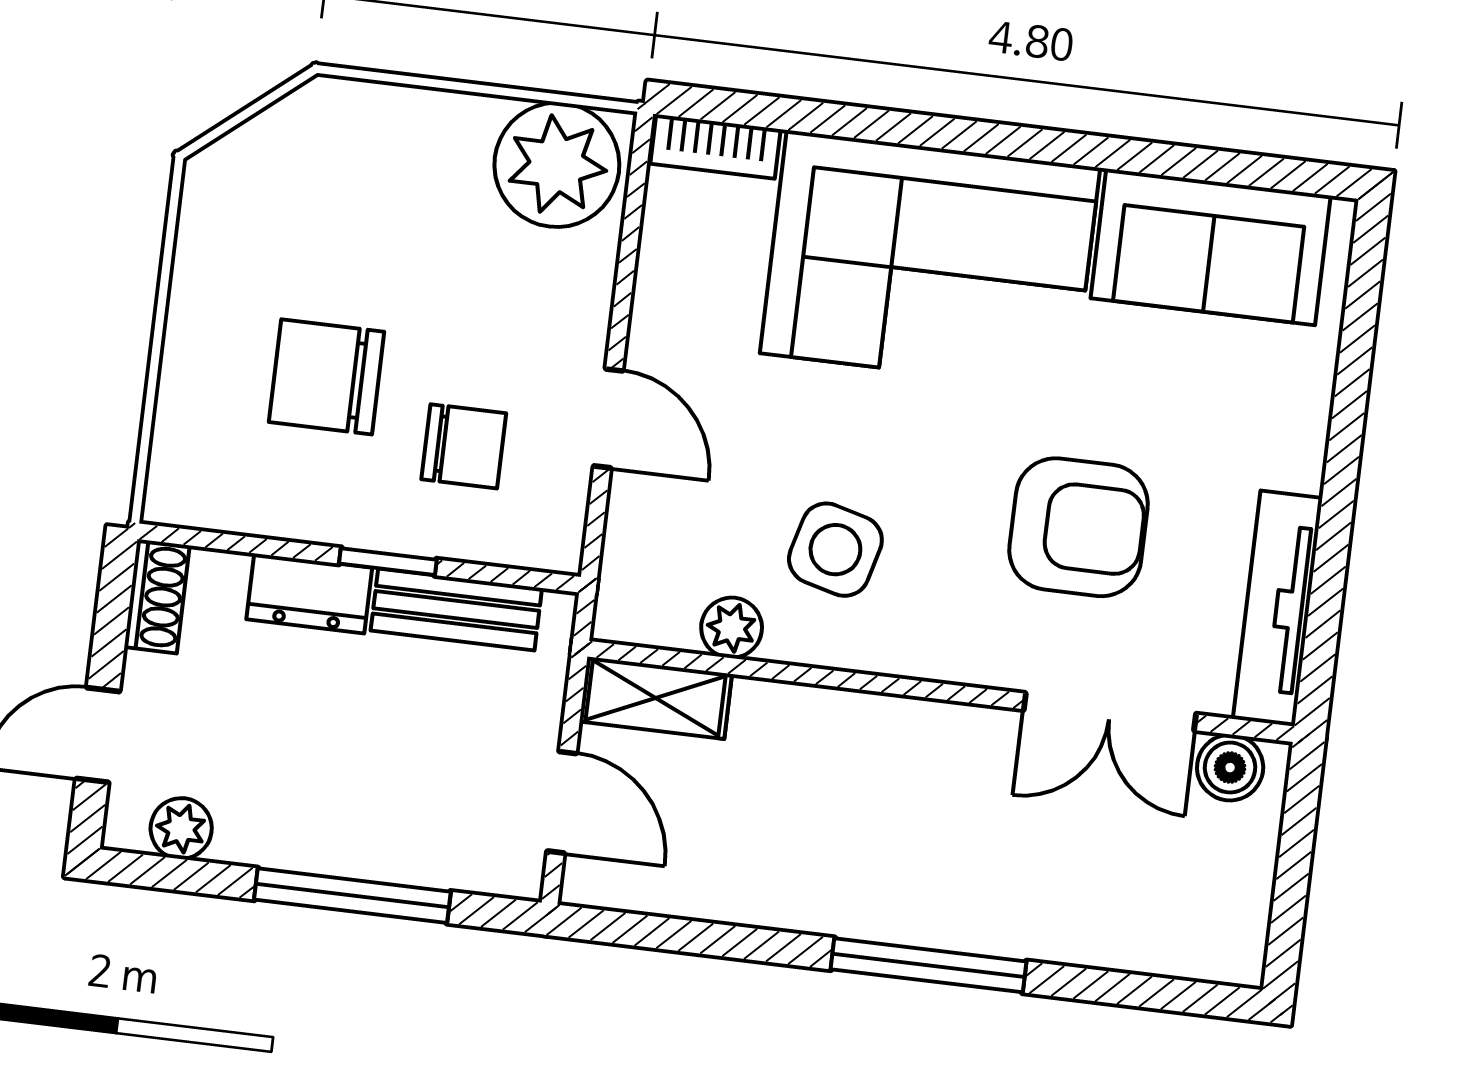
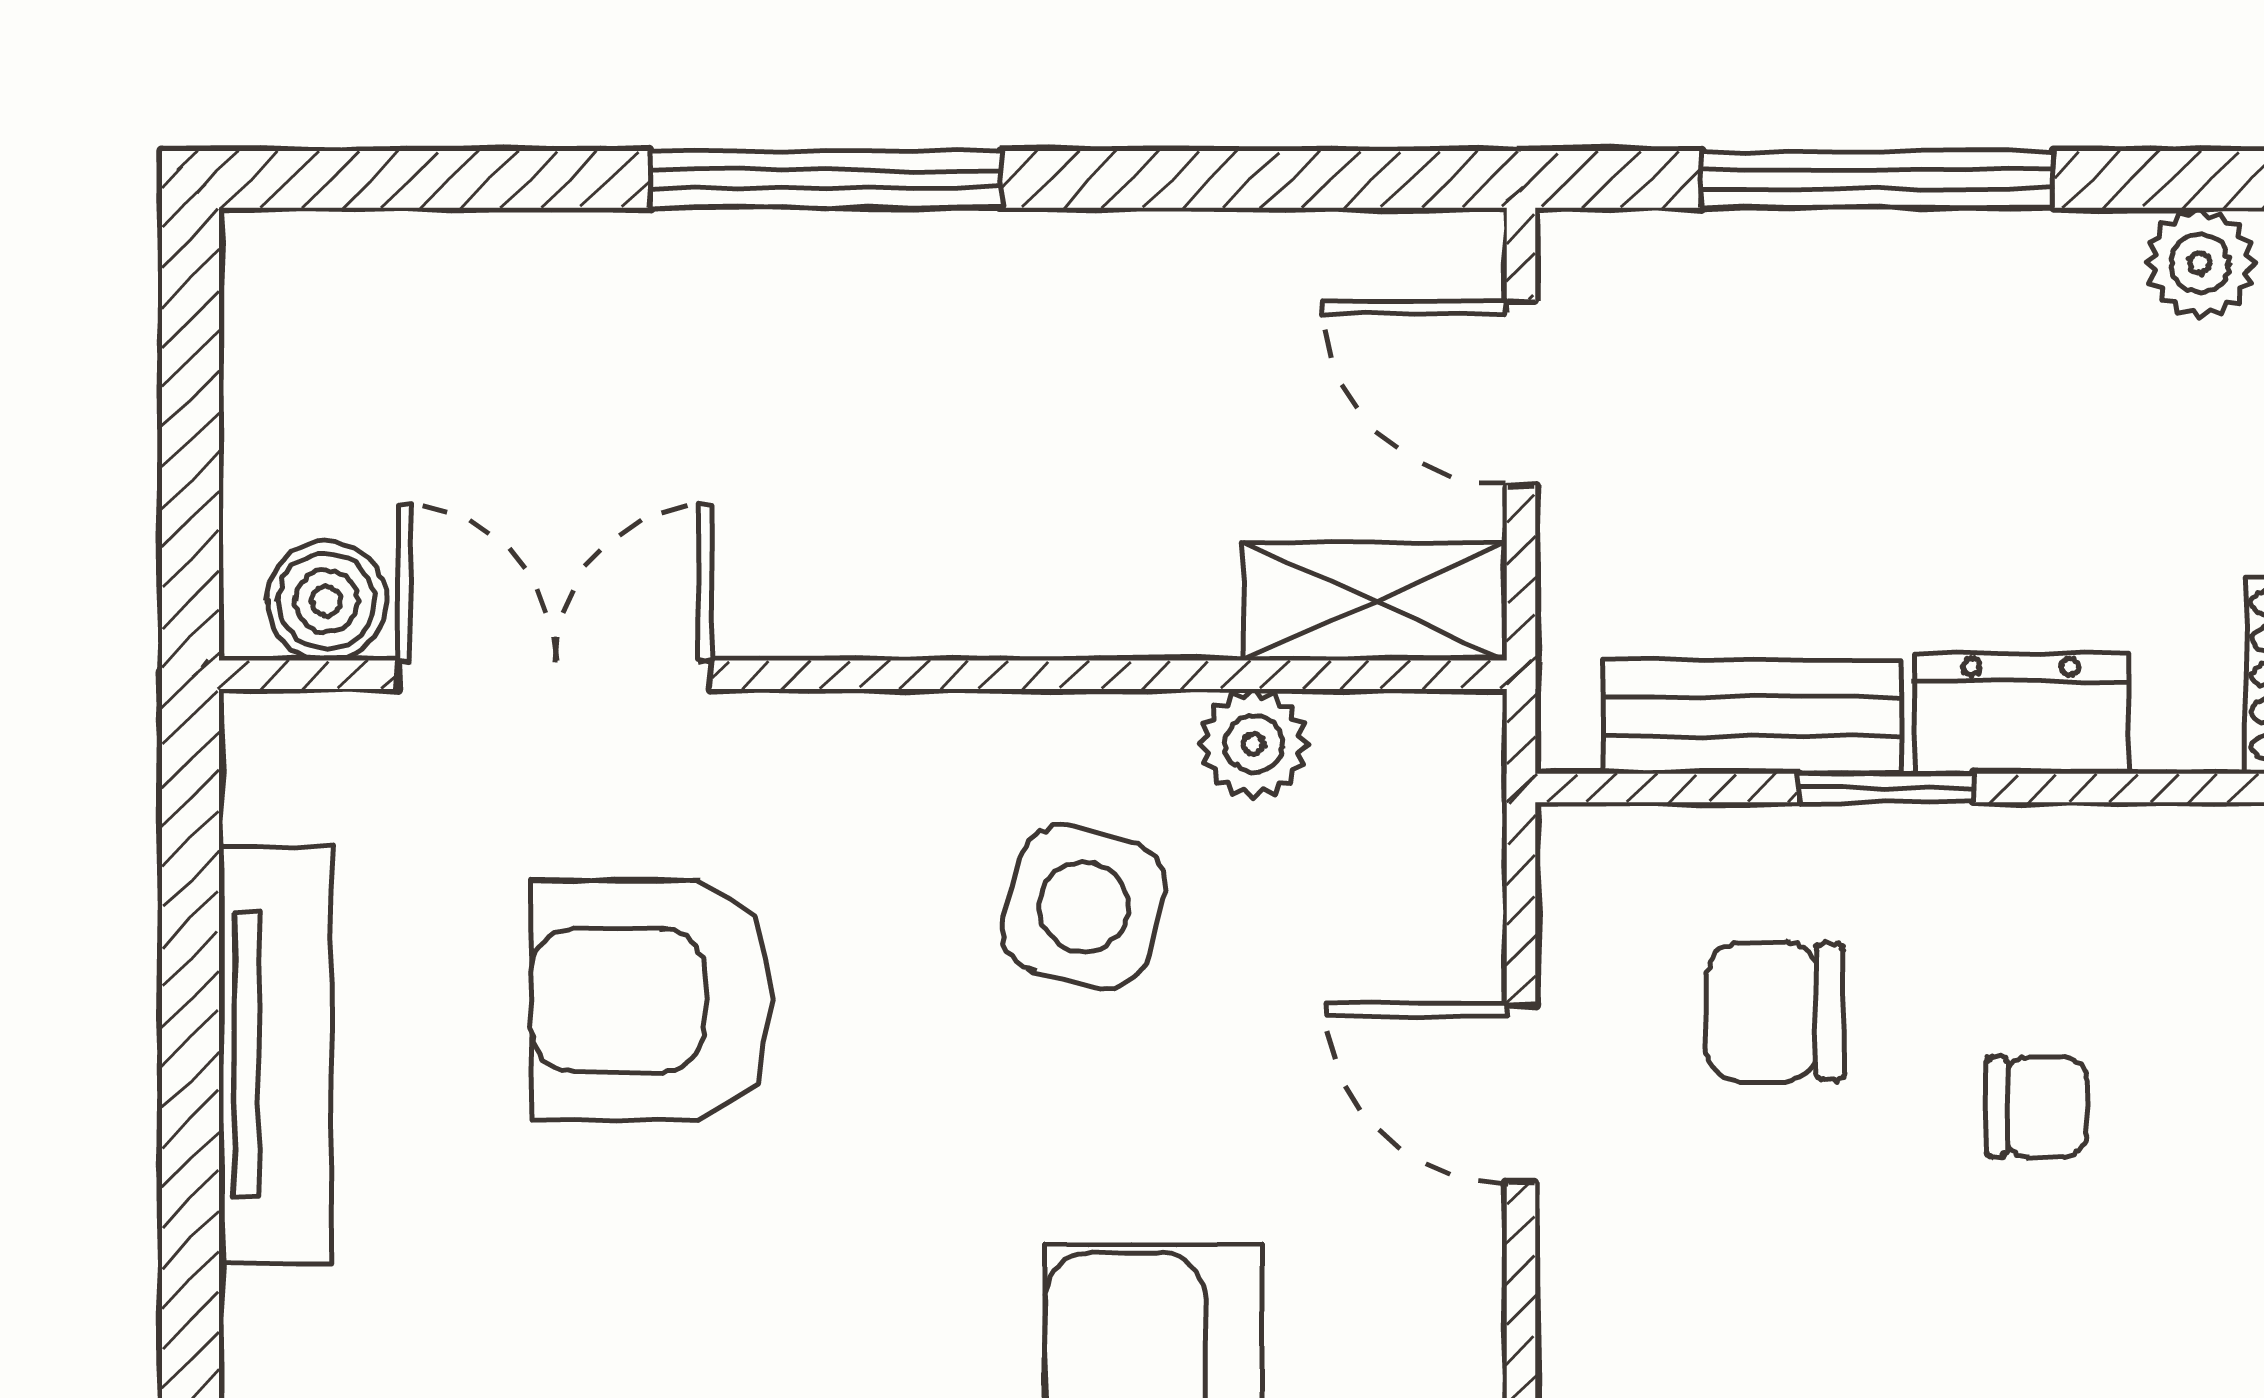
chair: (327, 377) -> (2037, 1107), width x0.54, depth x0.54
tv unit: (1278, 608) -> (275, 1054), moved

